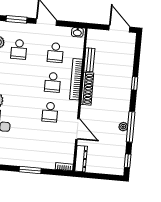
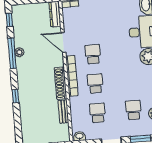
bookcase: (76, 79) -> (72, 76), moved

